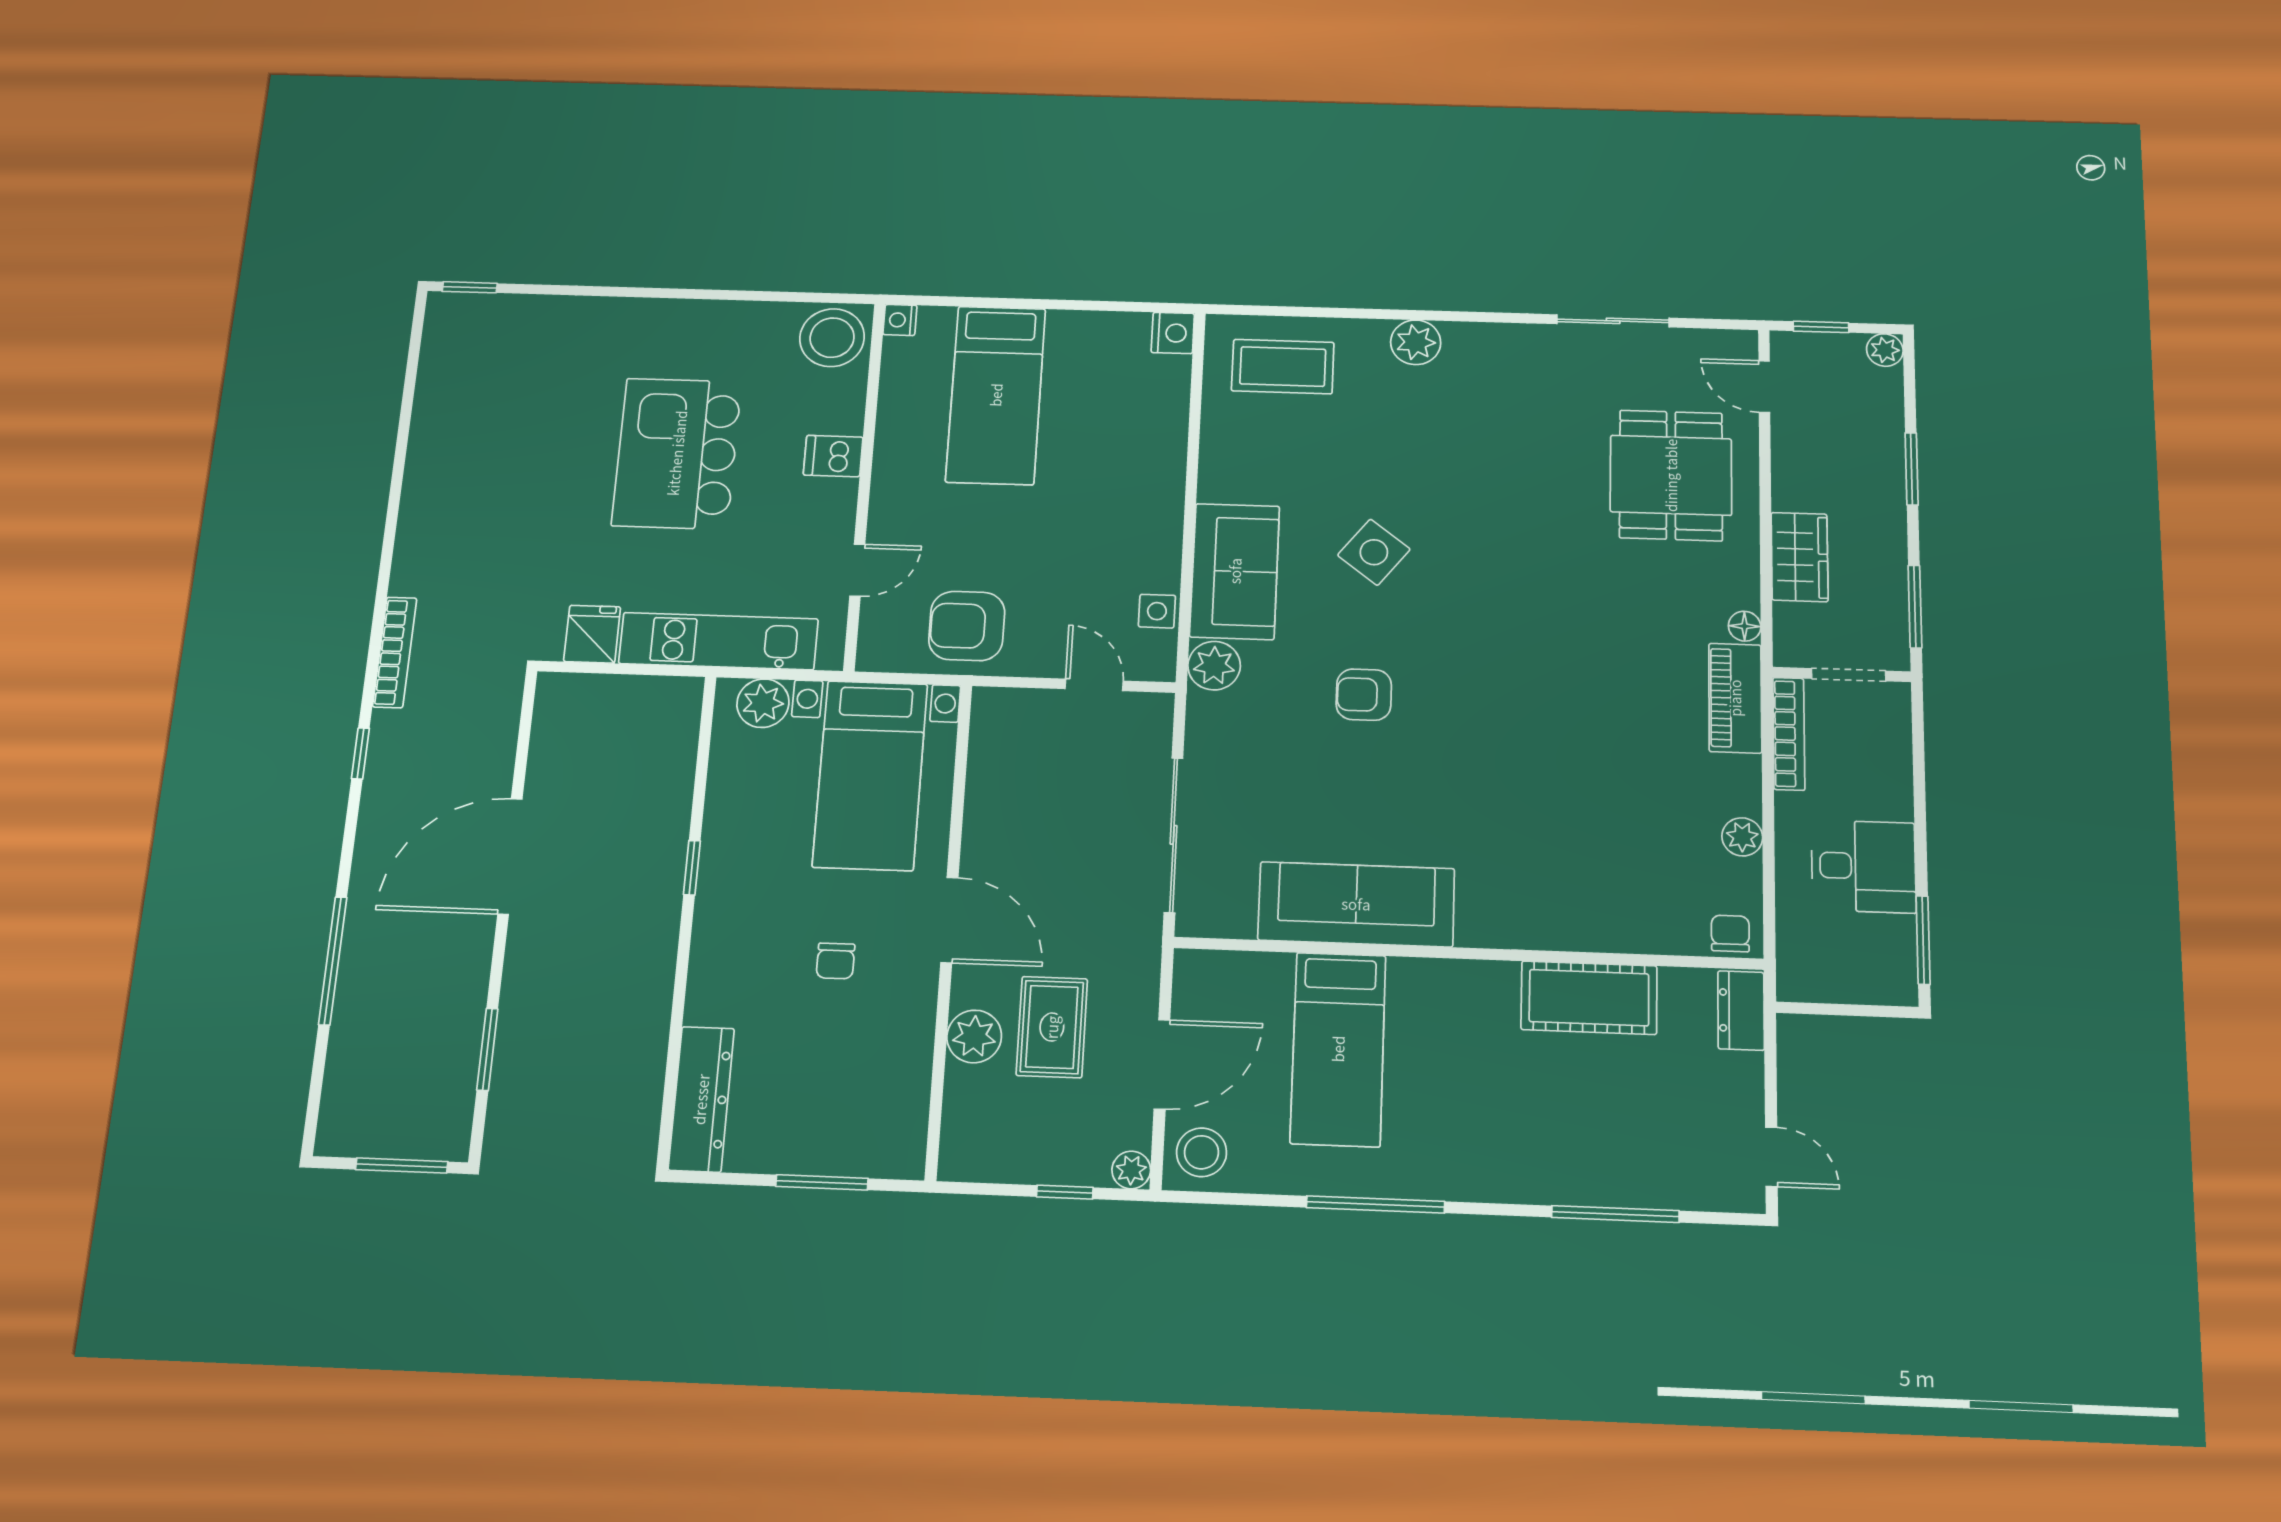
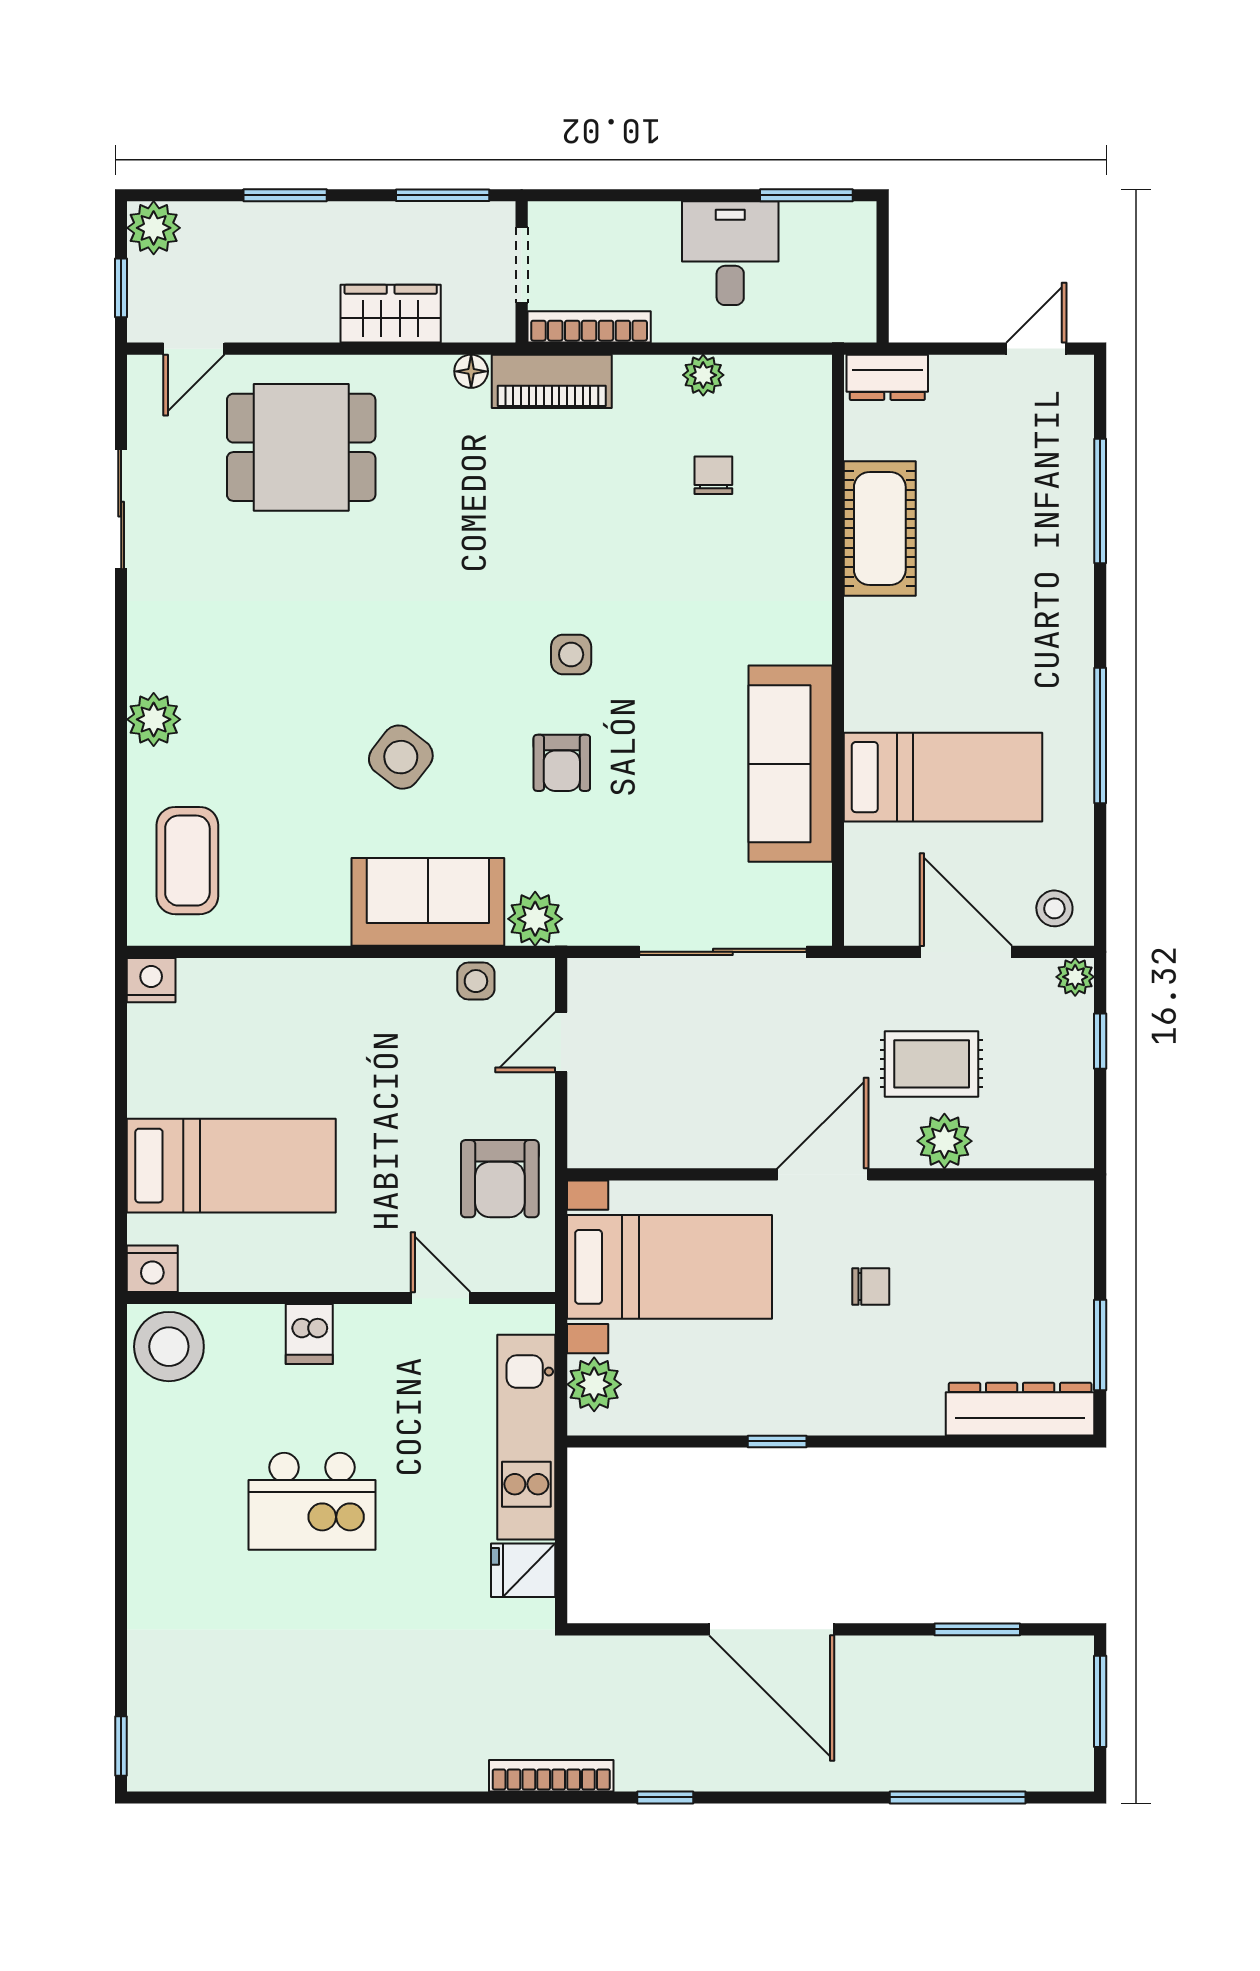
nightstand: (900, 320) -> (152, 1269), width x1.39, depth x1.35
plant: (1885, 350) -> (154, 228), width x1.38, depth x1.38
kitchen island: (677, 453) -> (312, 1501), width x0.73, depth x0.78
side table: (1469, 707) -> (571, 655), added
chair: (1730, 933) -> (713, 475), moved, turned 90
window: (333, 961) -> (958, 1797), moved
stool: (1202, 1152) -> (1054, 908), width x0.73, depth x0.73
window: (822, 1182) -> (1100, 1345), moved

